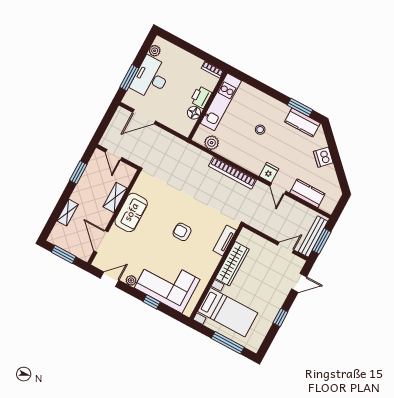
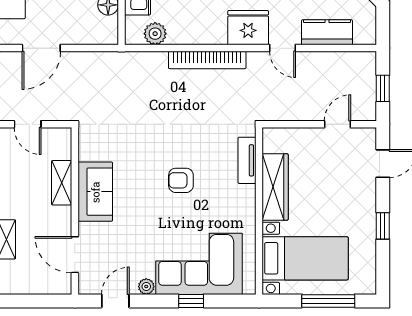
fridge: (269, 172) -> (248, 28), width x1.88, depth x1.34
bench: (313, 237) -> (367, 88), removed
window: (322, 241) -> (383, 88), width x0.67
window: (64, 254) -> (33, 301), removed

